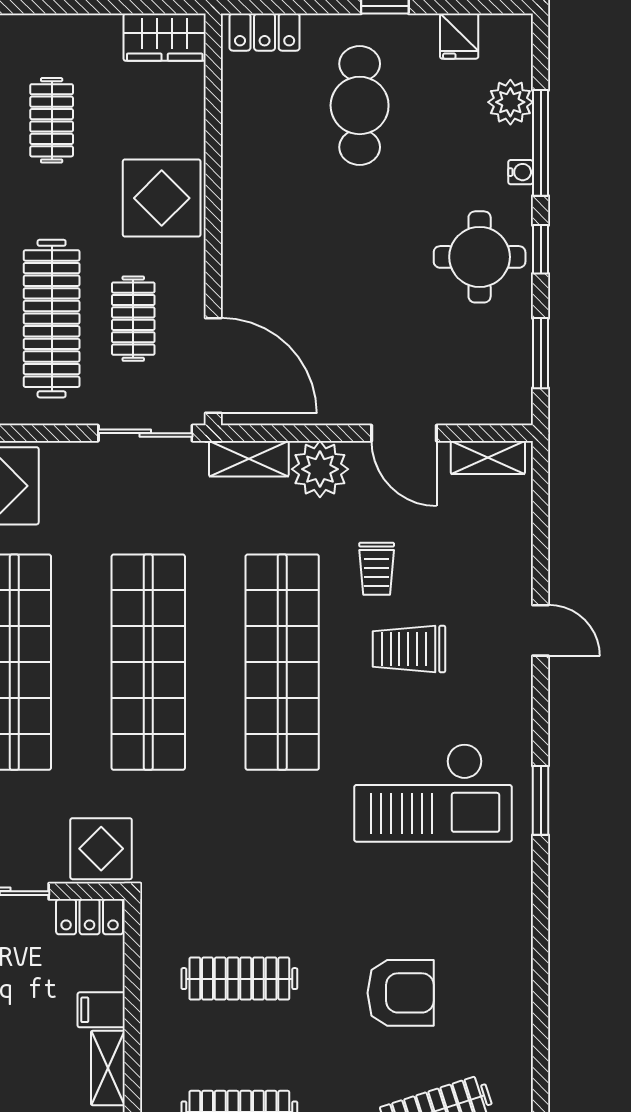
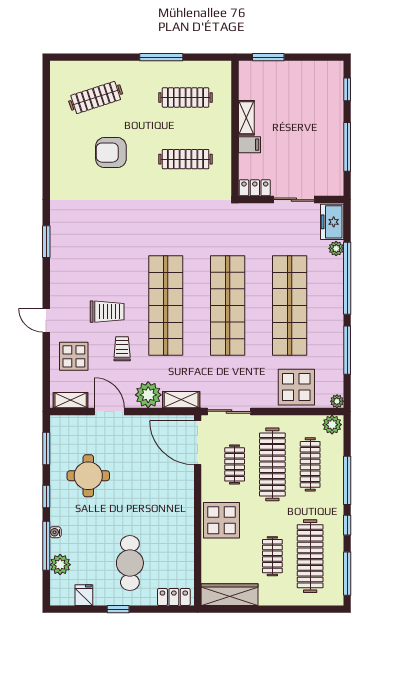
wardrobe: (165, 37) -> (230, 595), width x1.50
round table: (480, 257) -> (88, 476), moved
checkout: (433, 793) -> (96, 245), removed
display table: (101, 849) -> (74, 356), moved

